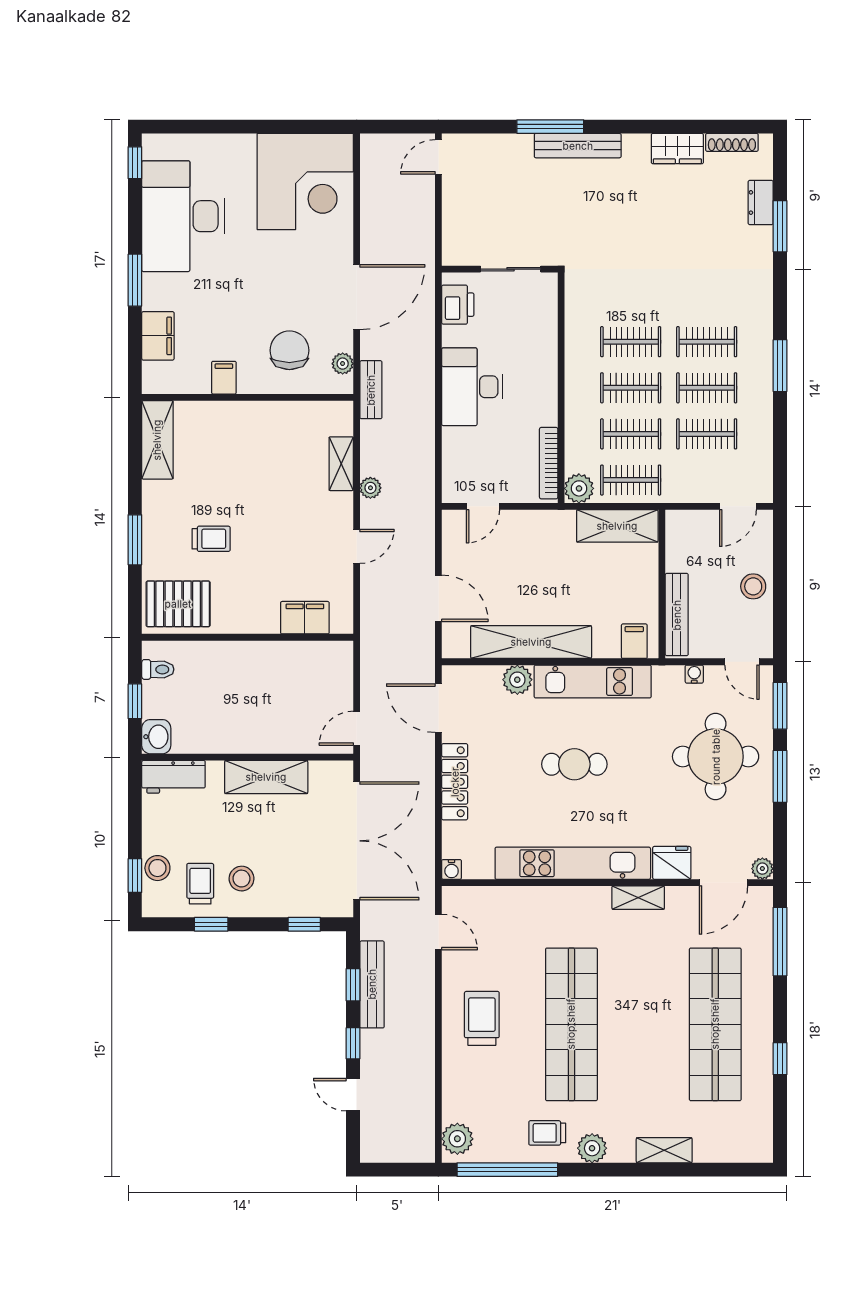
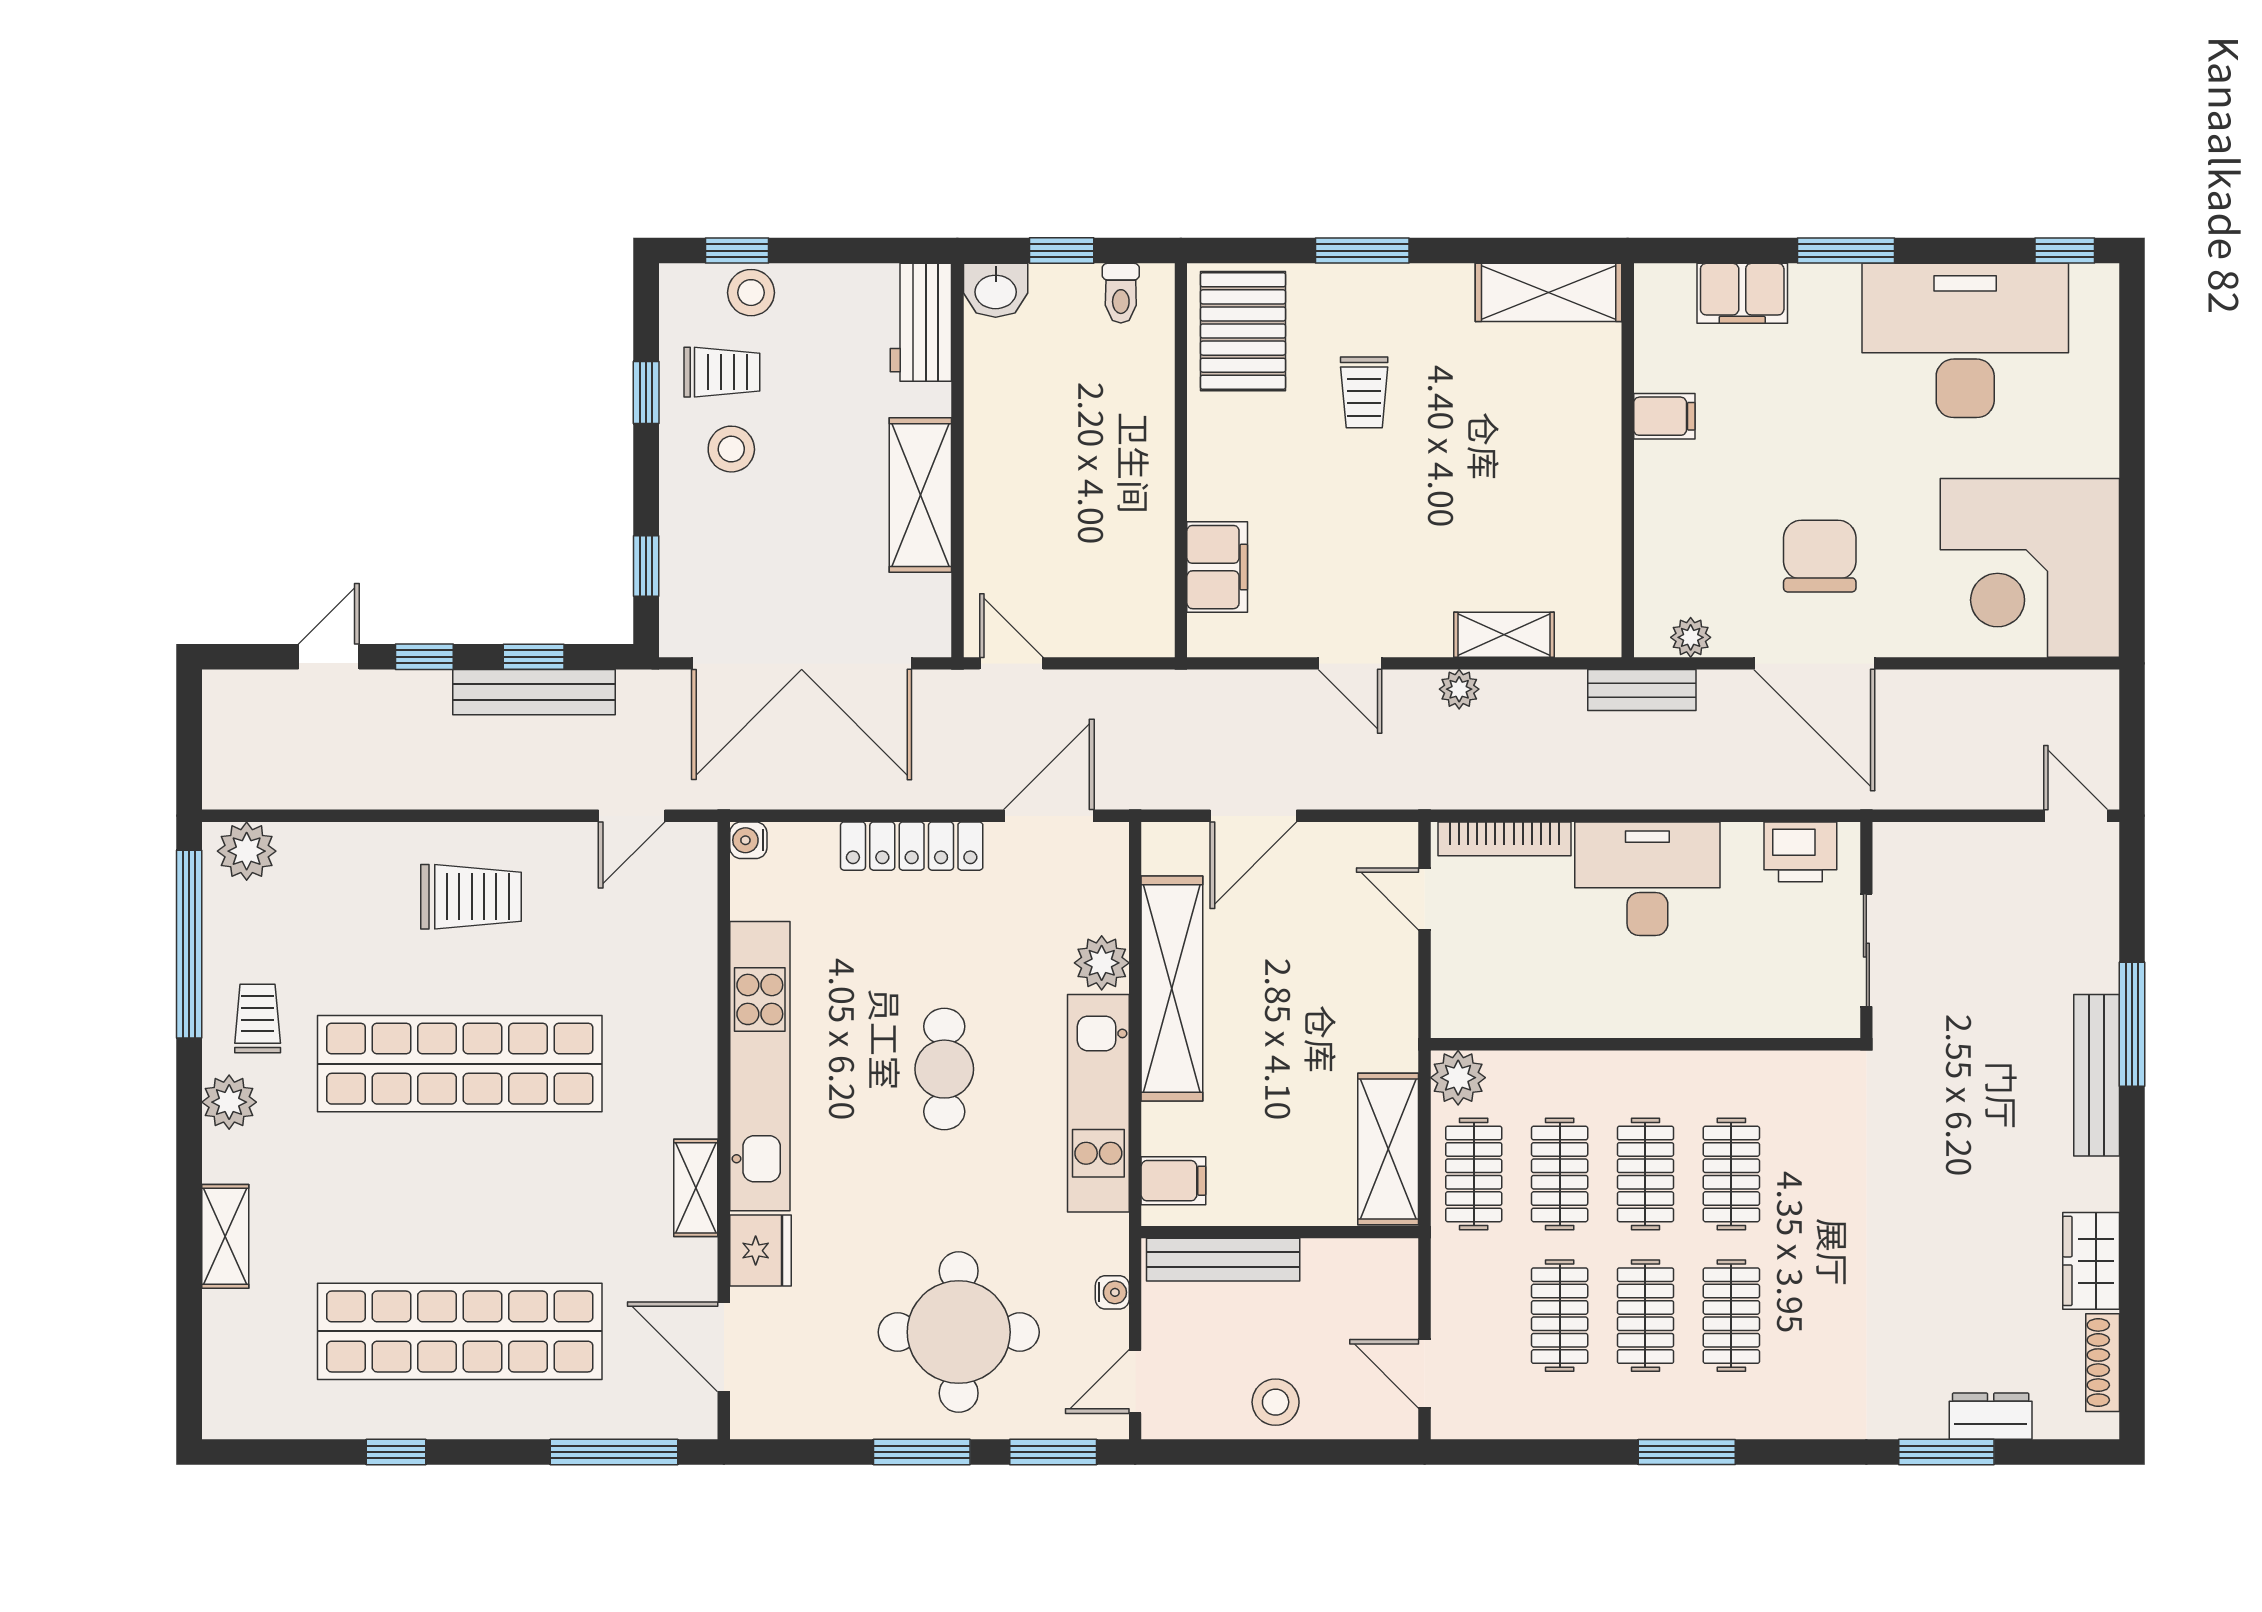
chair: (289, 350) -> (1820, 556), moved, turned -90
bookcase: (549, 463) -> (1504, 839), moved, turned 180
plant: (762, 869) -> (750, 1419), removed

